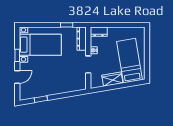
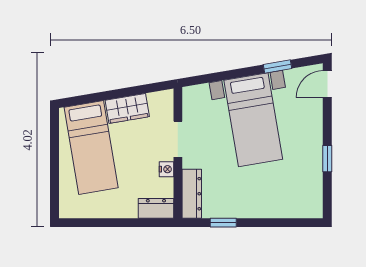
bed with nightstands: (40, 45) -> (253, 120), moved, turned -100
door: (17, 77) -> (327, 84), moved

